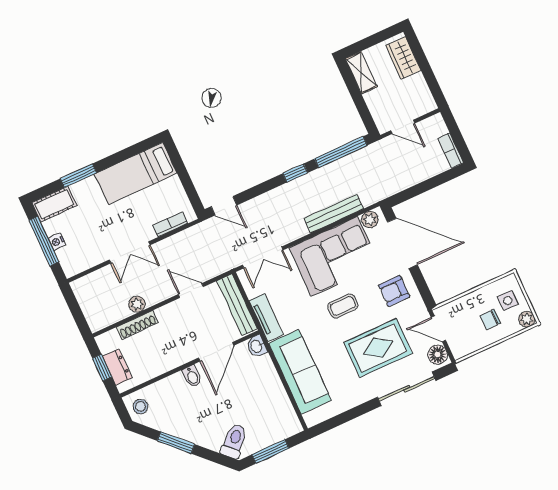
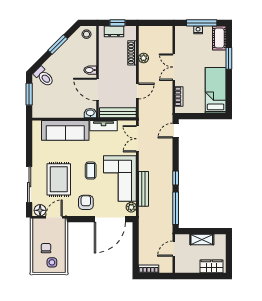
shelving: (361, 73) -> (202, 240), moved
plant: (527, 319) -> (37, 268), removed

